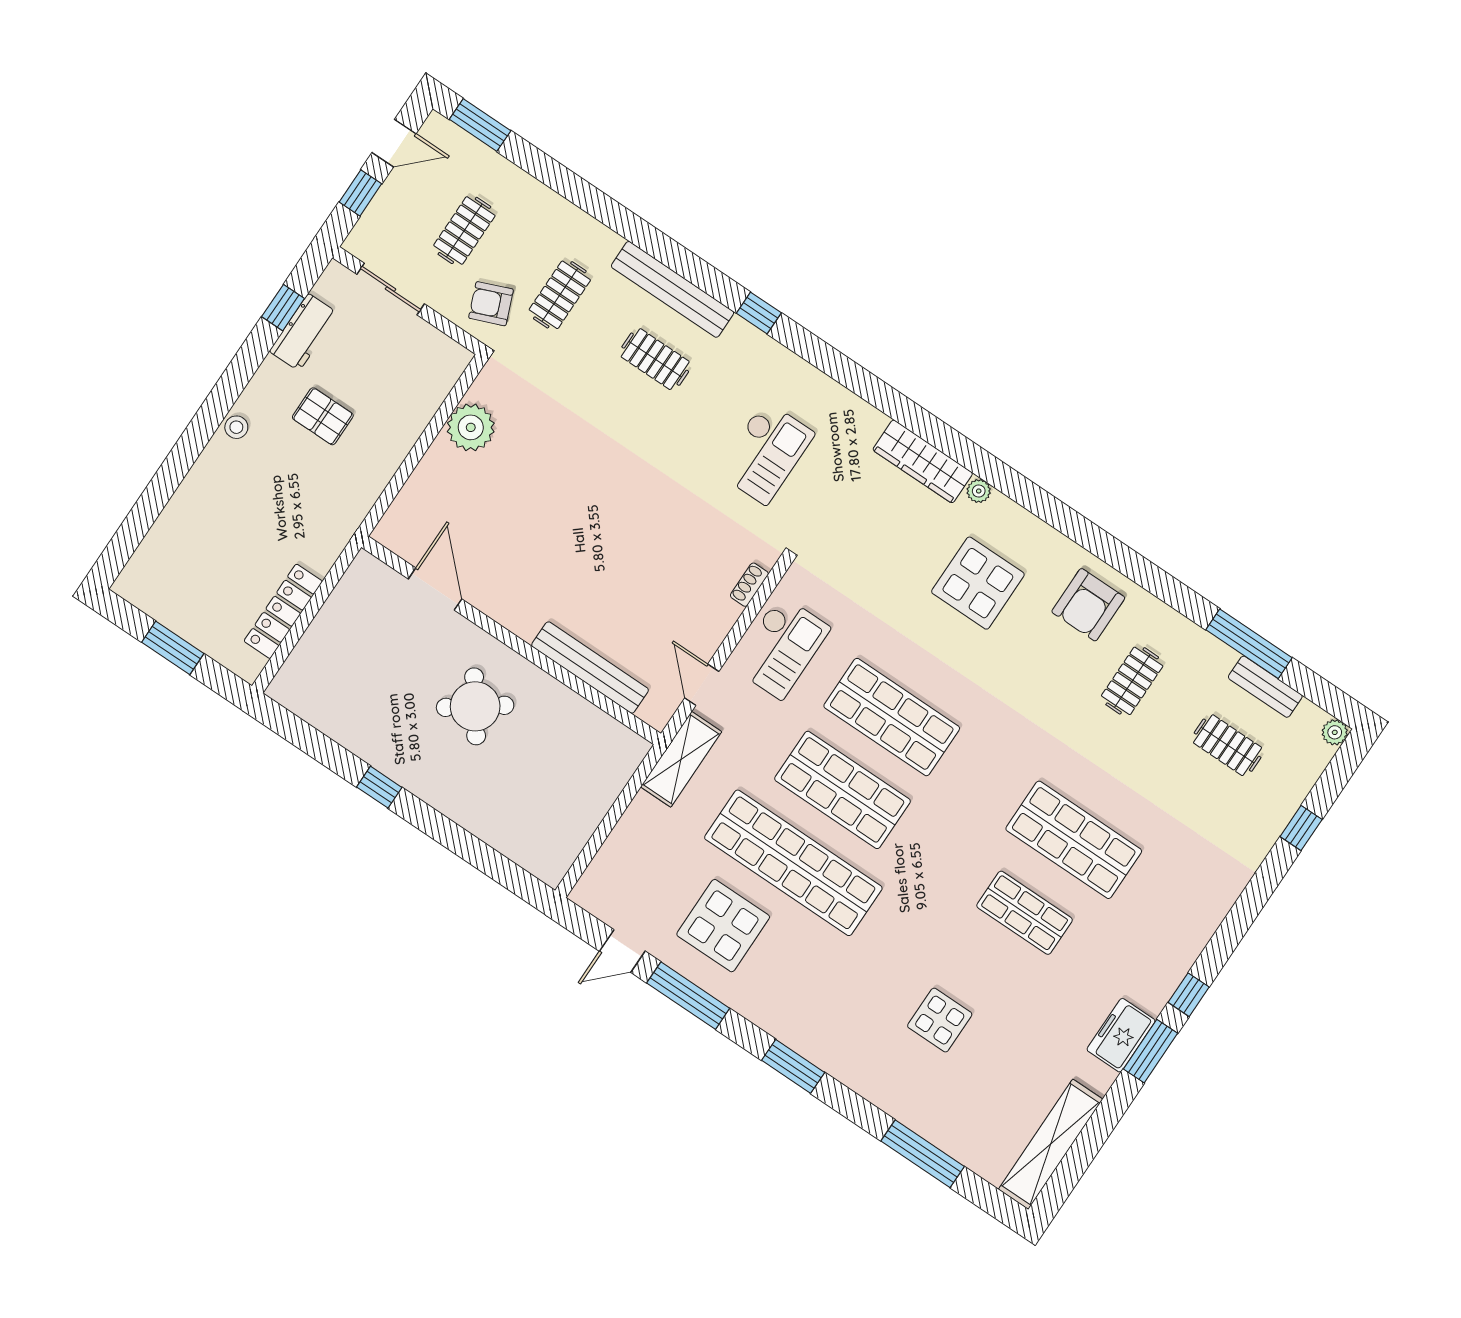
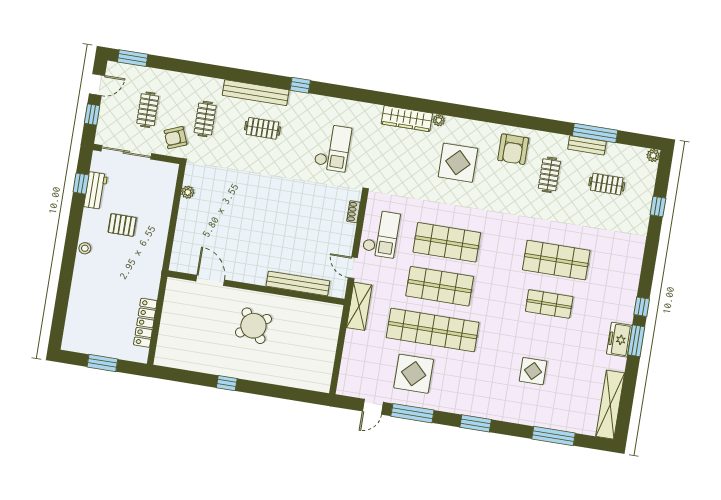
sliding door: (391, 289) -> (126, 152), width x1.37
plant: (471, 427) -> (188, 192), width x0.53, depth x0.53
bench: (1265, 687) -> (587, 145), moved

